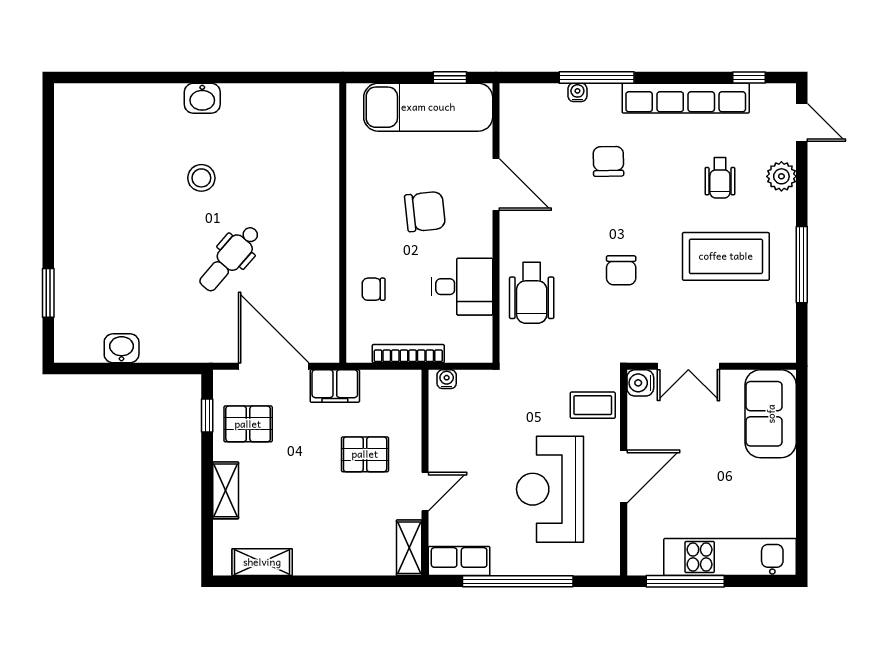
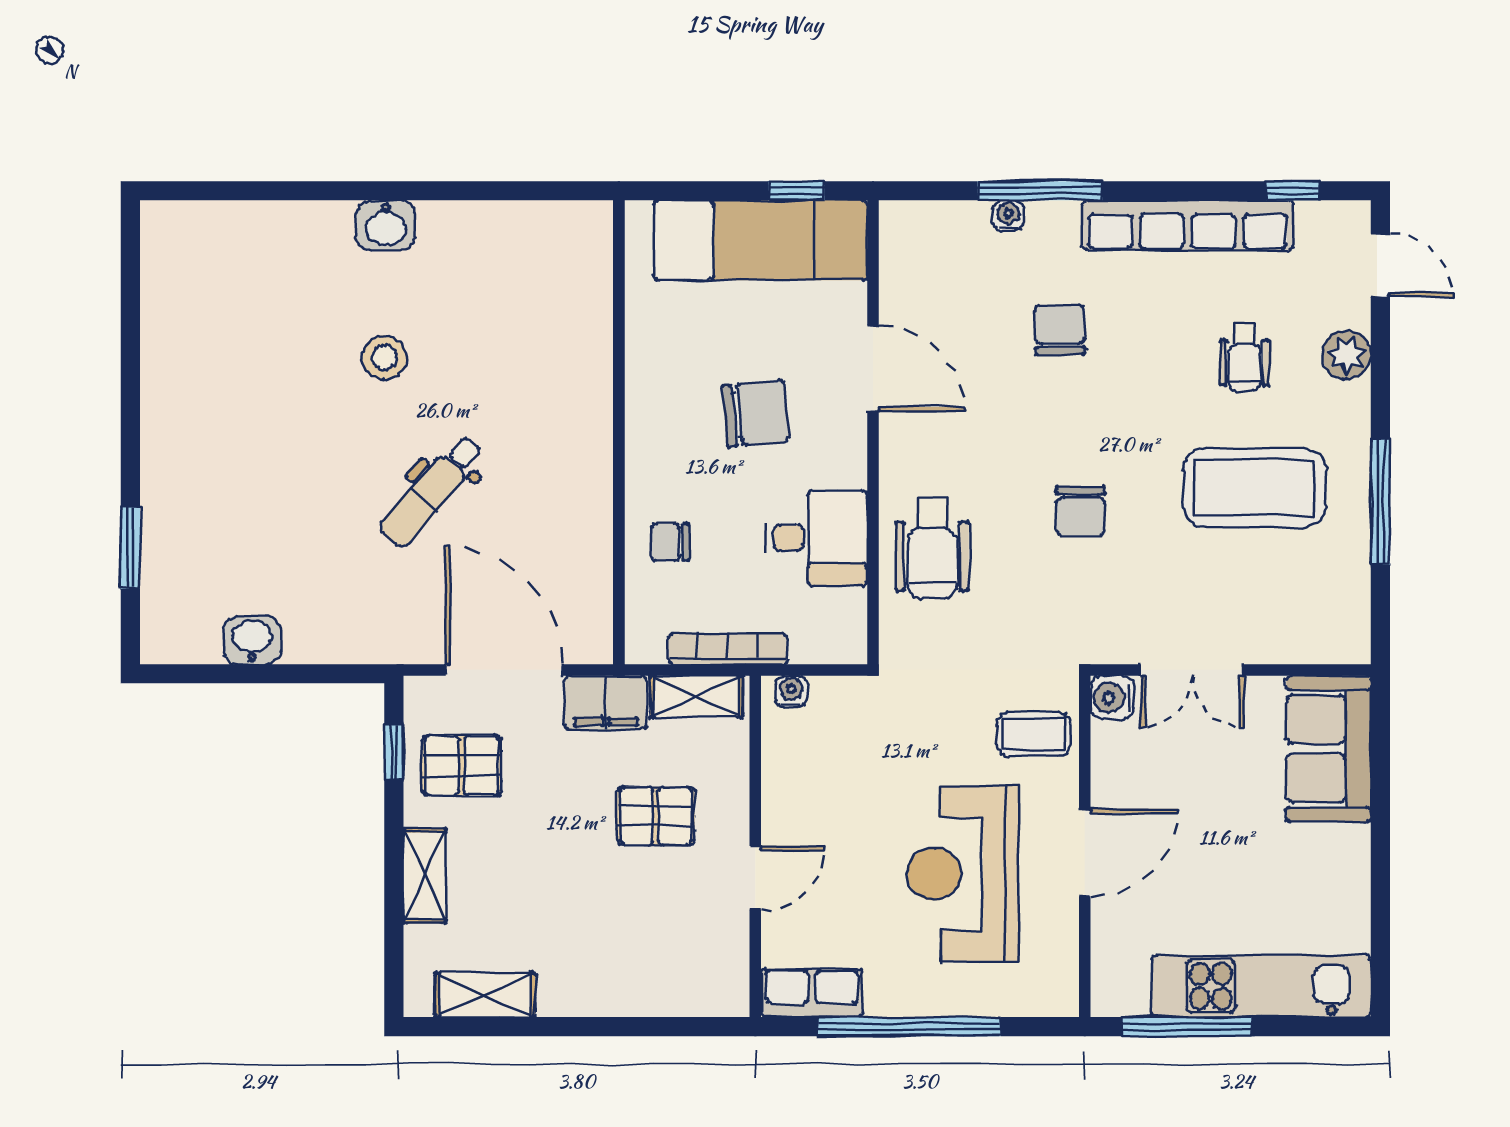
shelving: (409, 548) -> (696, 696), moved, turned 90

